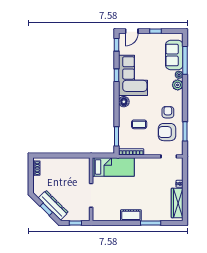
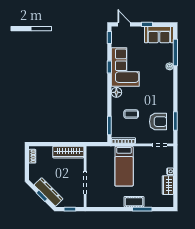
door: (132, 31) -> (124, 24), swing flipped
sofa: (174, 55) -> (159, 35), moved, turned -90
plant: (178, 85) -> (168, 76), removed
armchair: (168, 112) -> (159, 102), removed
armchair: (167, 132) -> (158, 122), turned 180
wardrobe: (74, 164) -> (68, 152), added
bed: (113, 167) -> (124, 166), moved, turned 90
wardrobe: (177, 203) -> (168, 185), width x0.67
cot: (131, 215) -> (134, 202), moved

